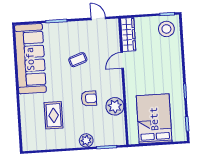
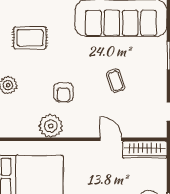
rug: (54, 115) -> (30, 38), moved

